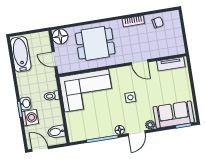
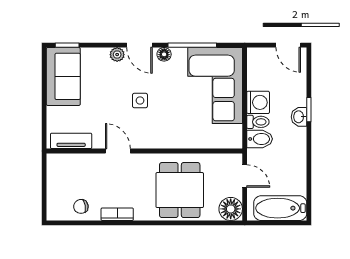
dining table: (95, 43) -> (180, 190), turned 90
bathtub: (21, 54) -> (280, 208), moved, turned 90
corner sofa: (86, 90) -> (215, 85), moved, turned -90
sofa: (174, 115) -> (63, 76), moved, turned -90
washing machine: (30, 118) -> (258, 102), moved, turned 180
bidet: (56, 132) -> (260, 139), moved
door: (137, 133) -> (139, 45), swing flipped

